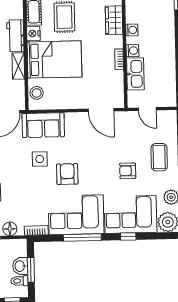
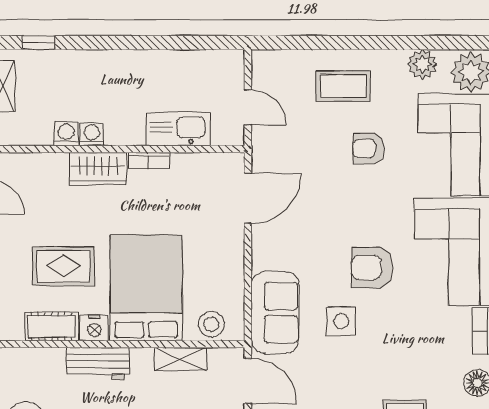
wardrobe: (114, 20) -> (98, 169), moved
washing machine: (132, 51) -> (66, 134), moved
shelving: (18, 66) -> (181, 359), moved
door: (147, 109) -> (248, 107), hinge flipped
armchair: (128, 171) -> (368, 149), turned 90

